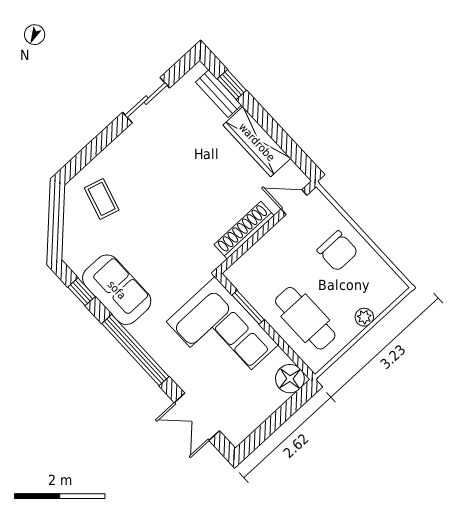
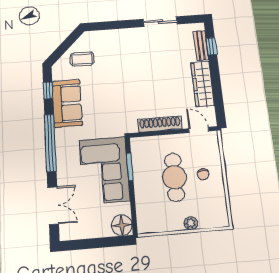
coffee table: (102, 199) -> (82, 59), moved, turned 74
chair: (338, 251) -> (203, 174), width x0.54, depth x0.54
cafe table: (305, 318) -> (174, 177), moved
double door: (197, 417) -> (53, 206), swing flipped

